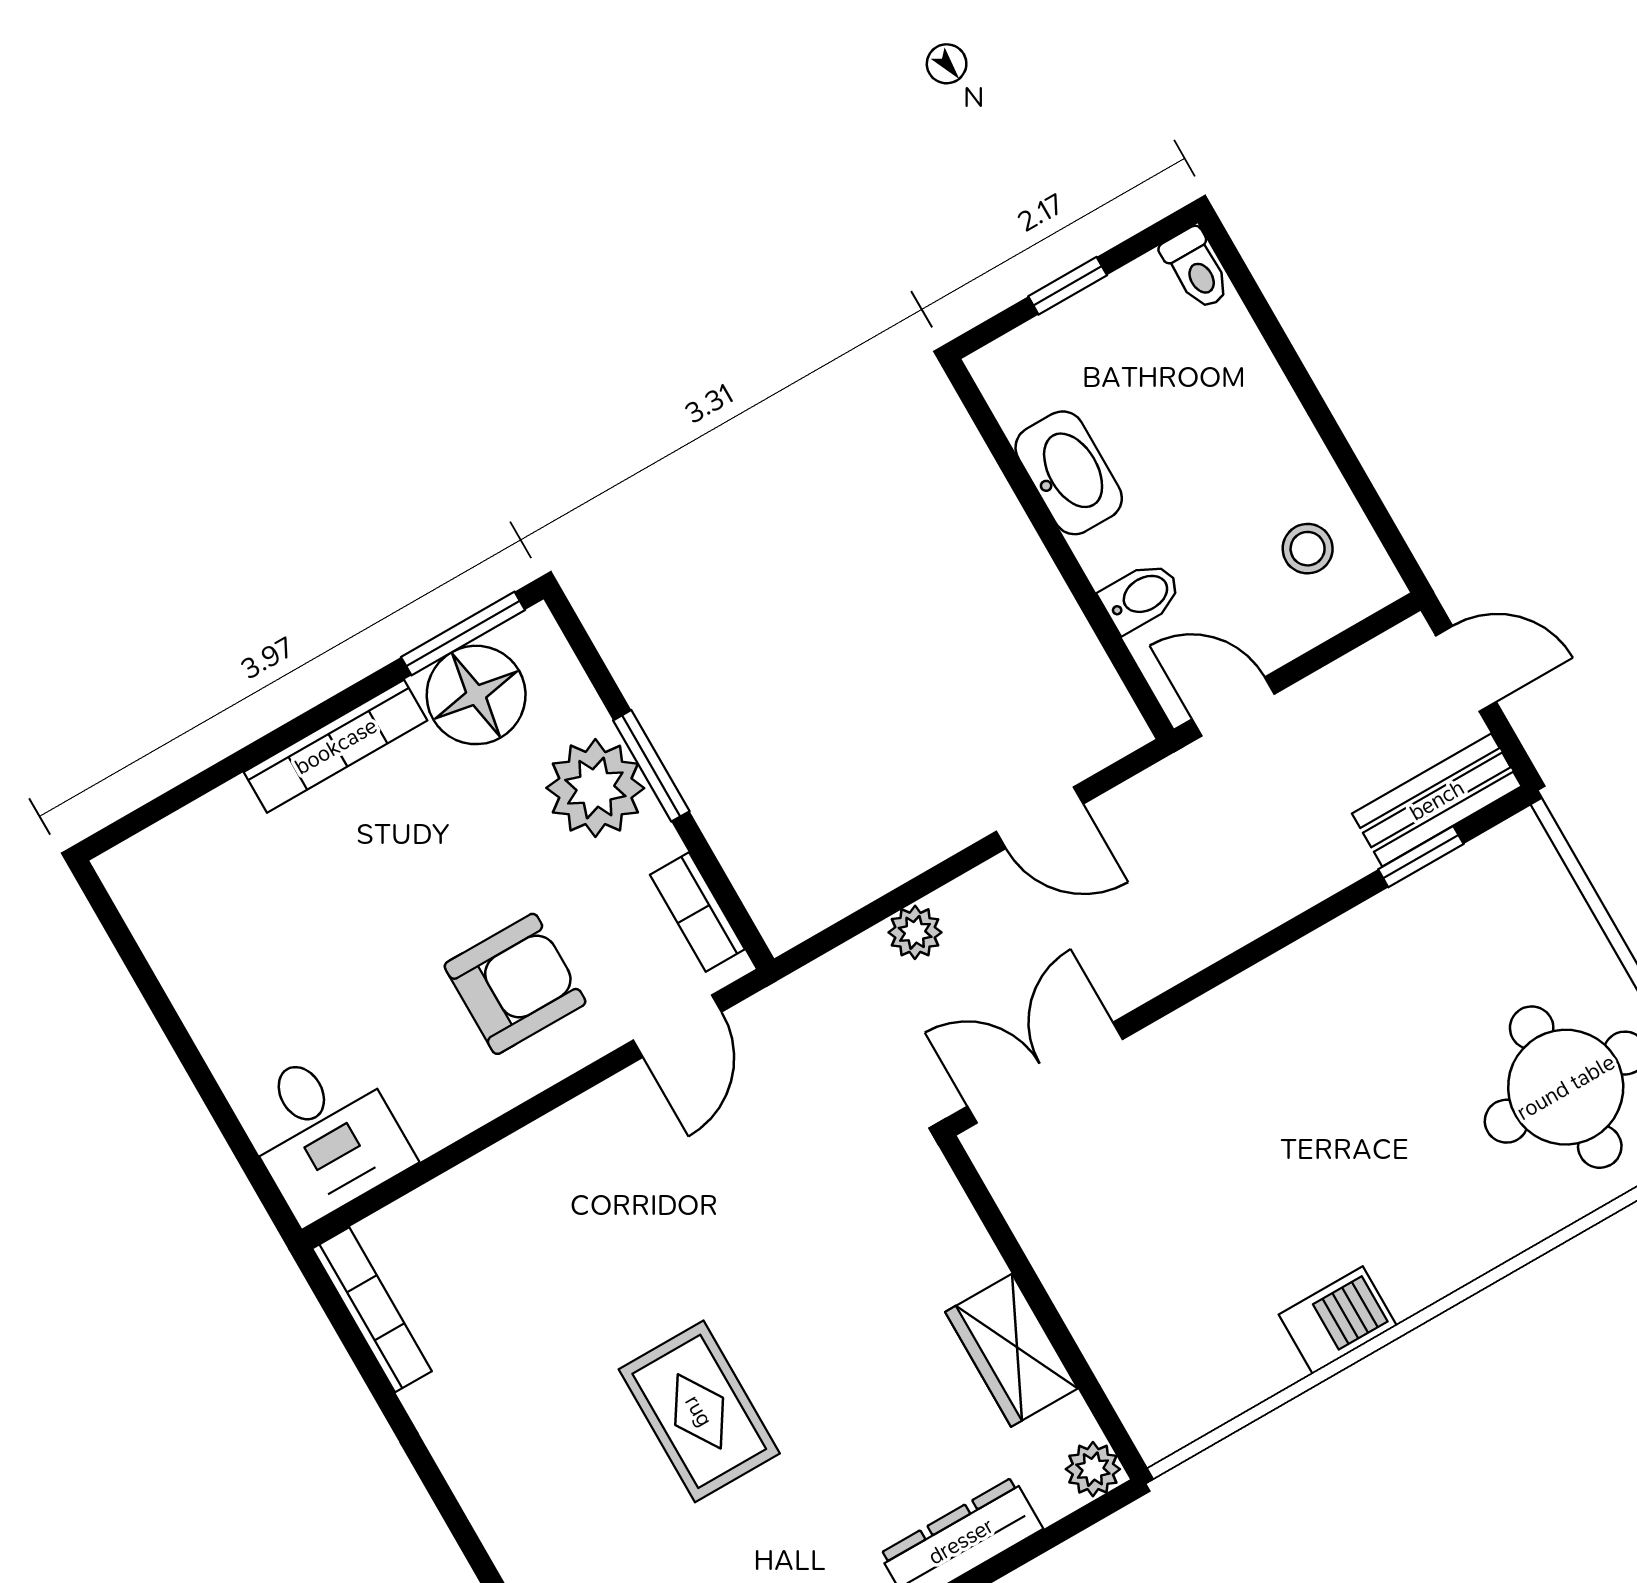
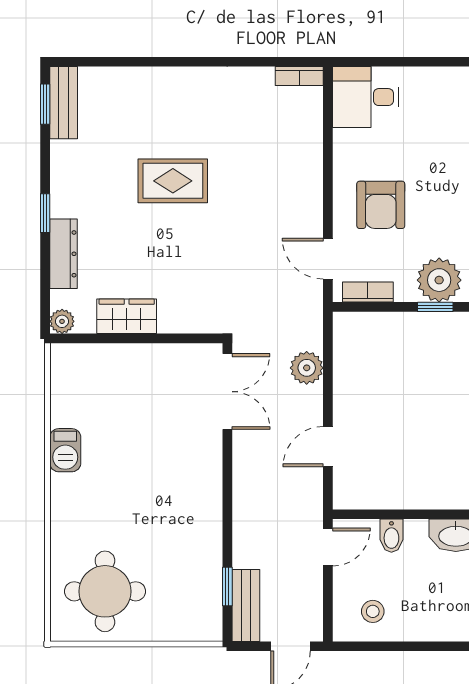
window: (651, 766) -> (435, 307), width x0.67
plant: (915, 932) -> (307, 368), width x1.38, depth x1.38
bookcase: (372, 1310) -> (299, 76), width x0.64

